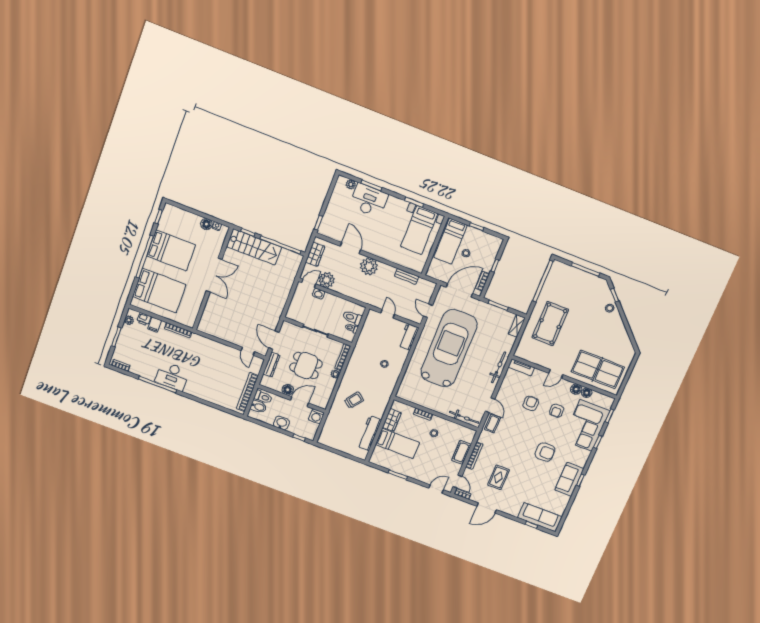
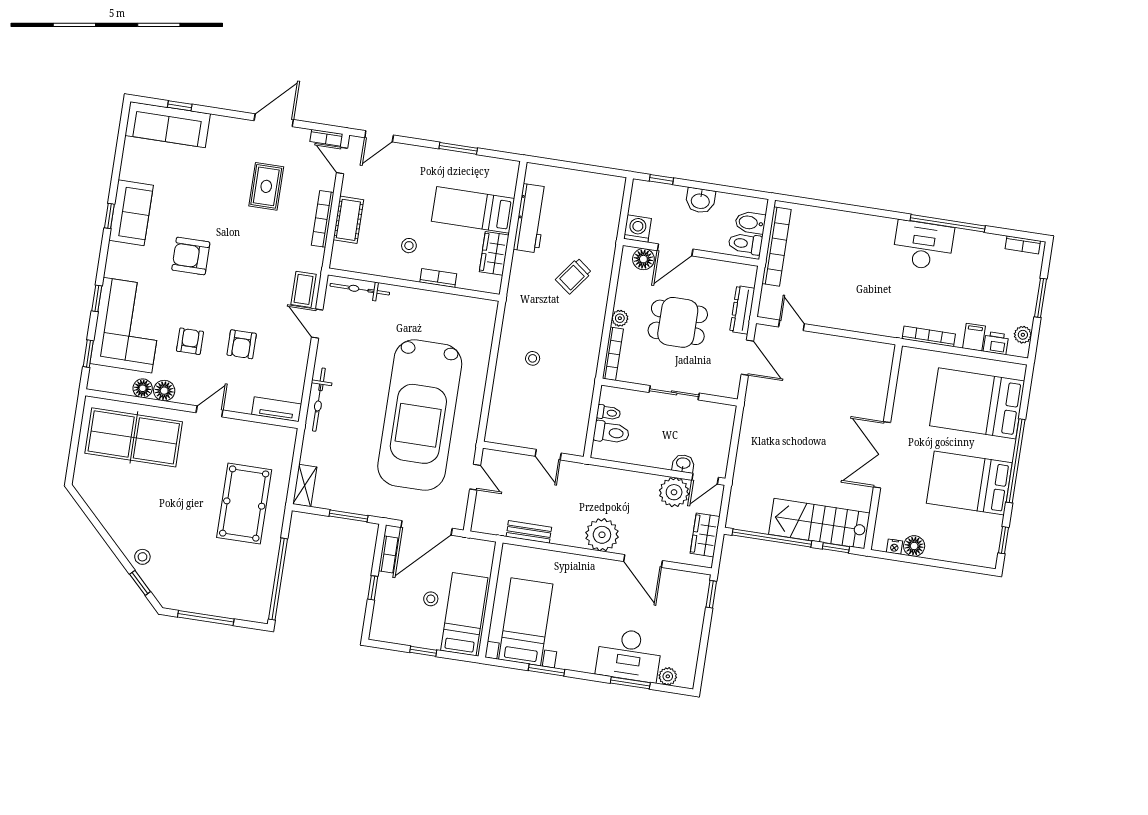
workbench: (409, 337) -> (499, 420), removed
floor lamp: (288, 390) -> (643, 259), moved

